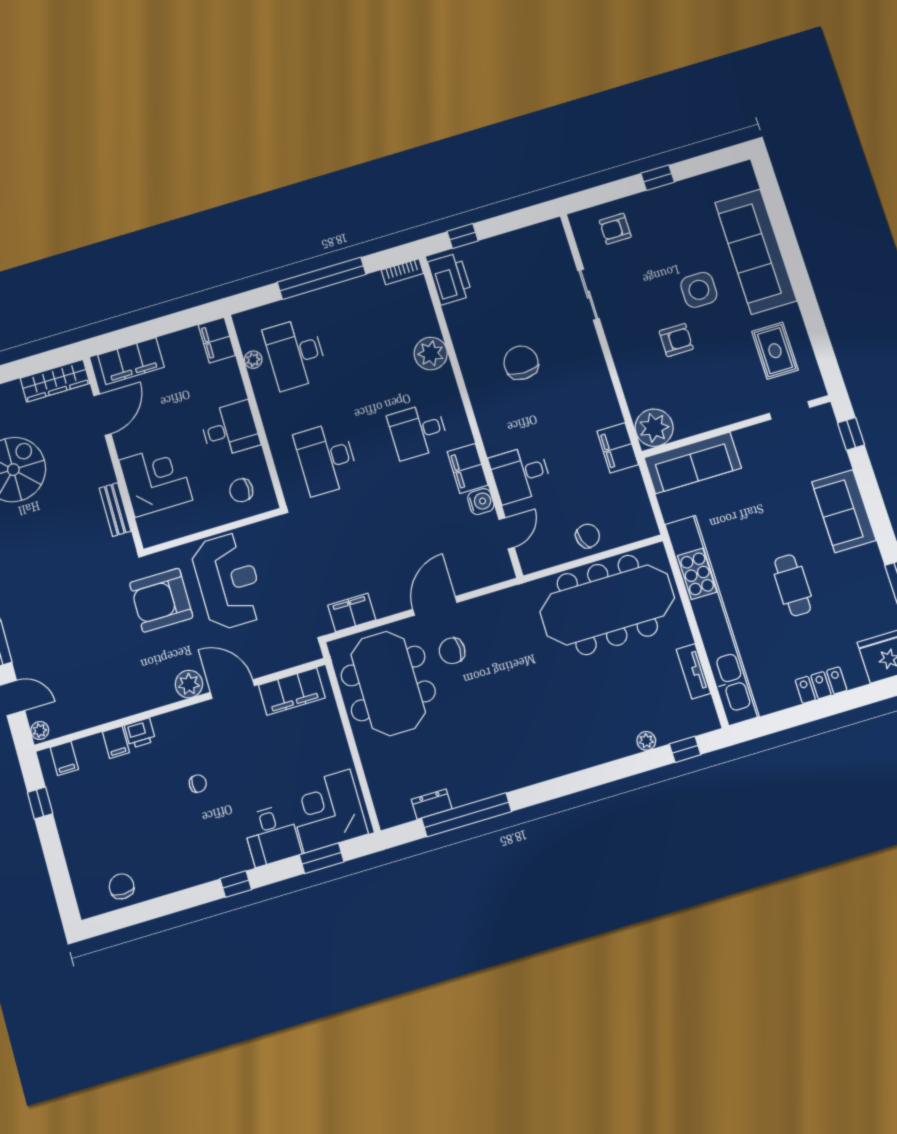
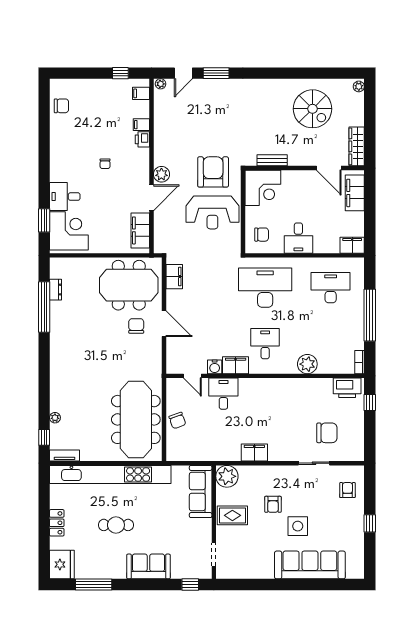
rug: (775, 351) -> (232, 515), moved
plant: (253, 360) -> (334, 263), removed
chair: (521, 363) -> (327, 433), moved
filing cabinet: (618, 448) -> (254, 452), moved
desk: (326, 459) -> (265, 288), width x1.36, depth x1.30
corner desk: (156, 480) -> (263, 188), moved
chair: (241, 490) -> (262, 235), turned 90
tv unit: (693, 671) -> (64, 455), moved
window: (236, 884) -> (44, 169), removed

